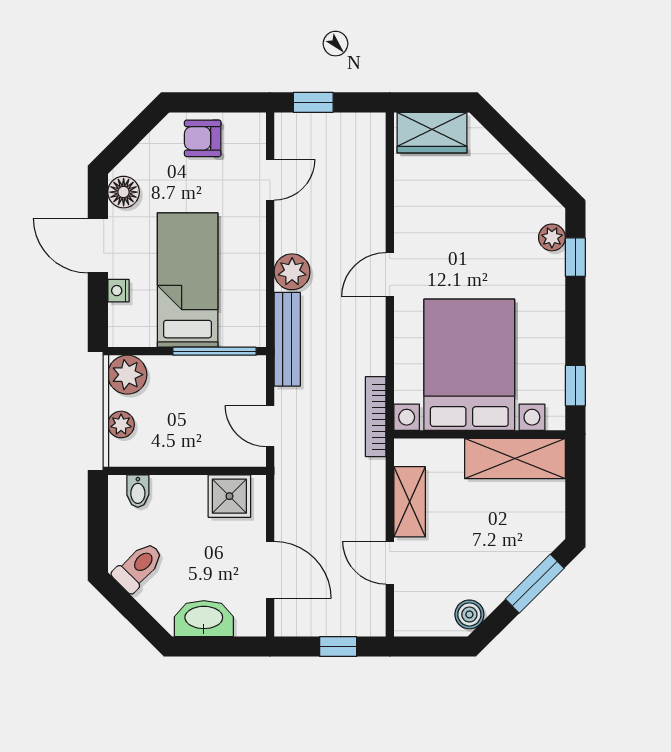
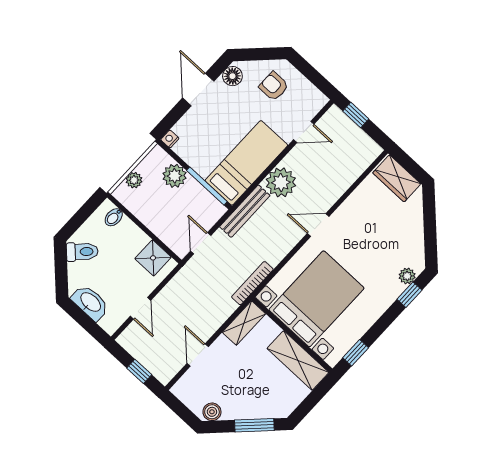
armchair: (203, 138) -> (274, 86), moved
plant: (292, 272) -> (281, 182), width x1.36, depth x1.36
bed: (188, 280) -> (246, 163), moved
nightstand: (118, 291) -> (170, 139), moved
plant: (127, 375) -> (175, 176), moved
shelving: (410, 502) -> (244, 323), moved
door: (270, 570) -> (141, 308), width x0.73

